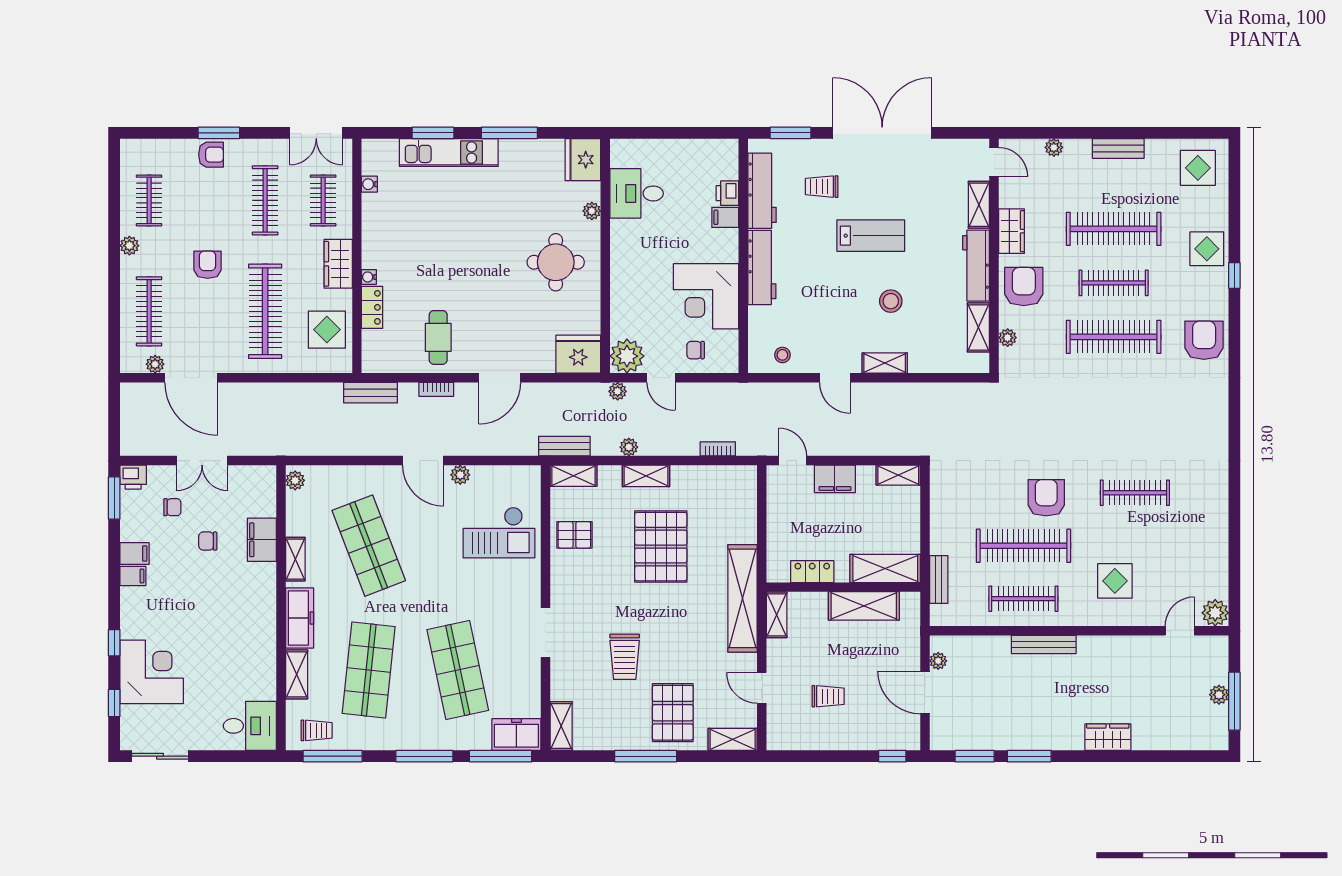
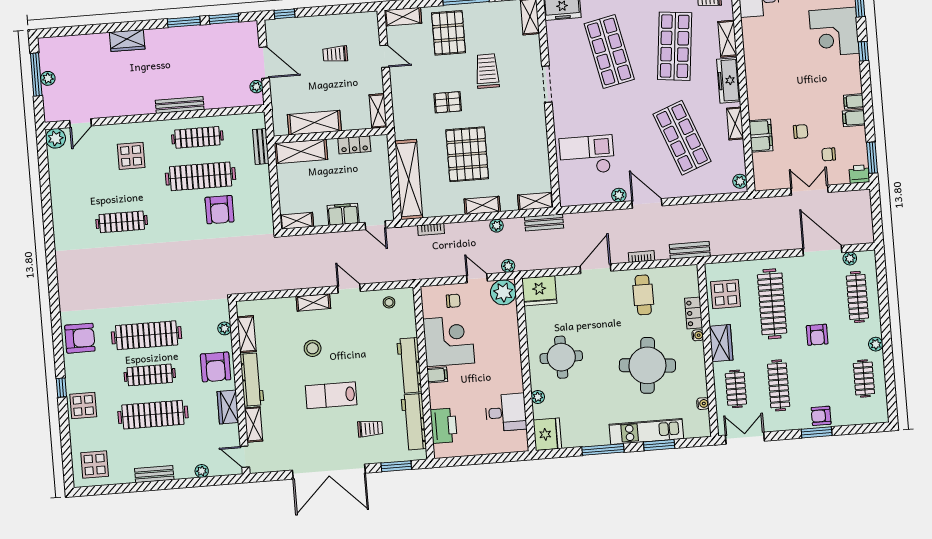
printer: (727, 193) -> (444, 426), width x1.87, depth x1.48
filing cabinet: (725, 217) -> (437, 375), moved
round table: (440, 242) -> (647, 365), added
armchair: (1204, 340) -> (80, 338), turned -90
armchair: (1046, 498) -> (219, 210), moved
pallet: (574, 535) -> (448, 102), moved
shelving: (742, 598) -> (409, 179), moved

